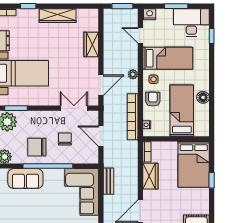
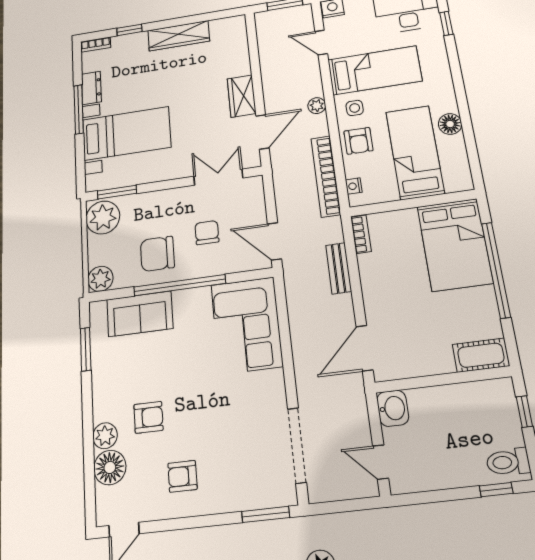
wardrobe: (91, 45) -> (242, 96), moved
armchair: (153, 99) -> (358, 141), turned 180
door: (101, 136) -> (274, 241), moved
wardrobe: (150, 176) -> (374, 278), removed
window: (212, 180) -> (496, 270), width x3.17
bench: (108, 181) -> (339, 268), moved

